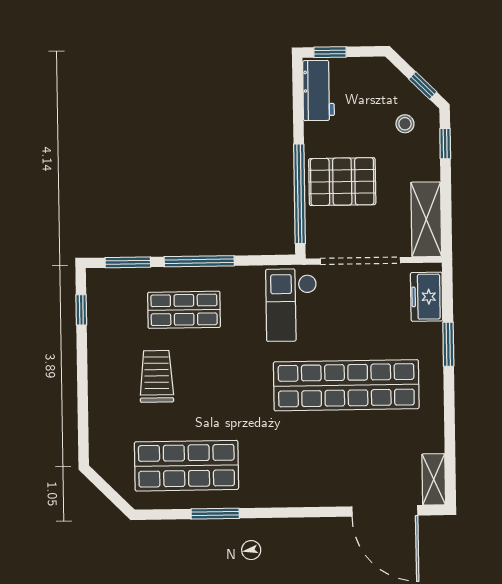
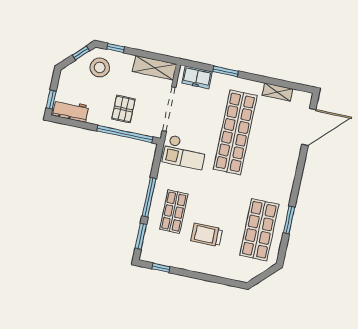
stool: (405, 124) -> (100, 67), width x1.89, depth x1.89
pallet: (342, 182) -> (123, 109), width x0.67, depth x0.71
shelving: (434, 479) -> (277, 92), moved

